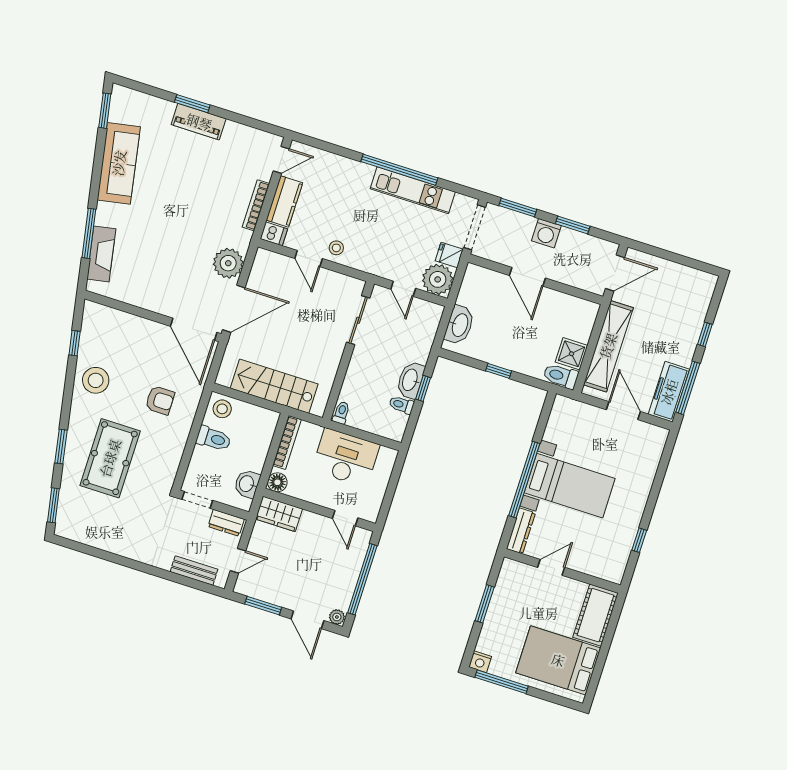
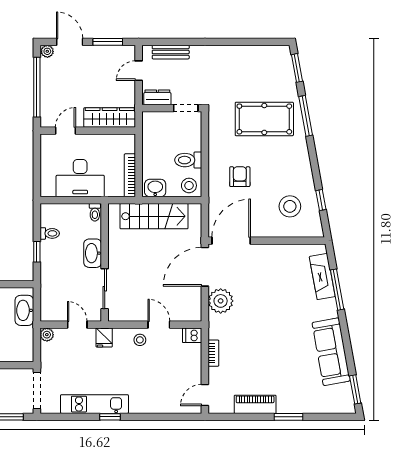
piano: (199, 122) -> (255, 404), moved
window: (399, 170) -> (110, 417), width x0.32
kitchen counter: (284, 201) -> (192, 363), removed
bookcase: (256, 205) -> (213, 353), width x0.64
fridge: (449, 255) -> (104, 338), moved, turned 90
plant: (438, 279) -> (47, 335), width x0.53, depth x0.53
door: (194, 329) -> (231, 241), hinge flipped
stool: (96, 380) -> (290, 206), moved
washbasin: (410, 380) -> (93, 253), moved, turned 180
armchair: (160, 400) -> (240, 177), turned 90
window: (61, 446) -> (306, 116), width x1.44
pool table: (110, 458) -> (264, 119), turned 90
floor lamp: (277, 482) -> (127, 142), removed
washbasin: (247, 484) -> (155, 188), moved, turned -90
wardrobe: (279, 514) -> (110, 118), width x1.50
door: (345, 518) -> (66, 131), hinge flipped

